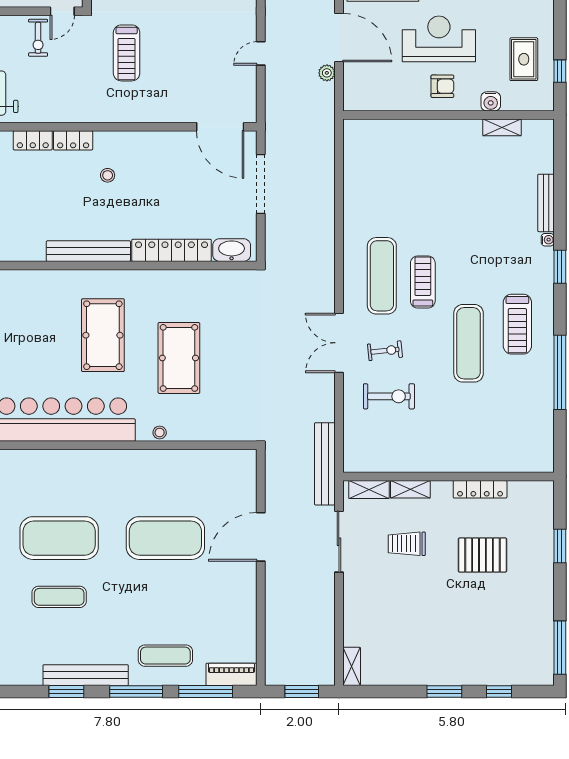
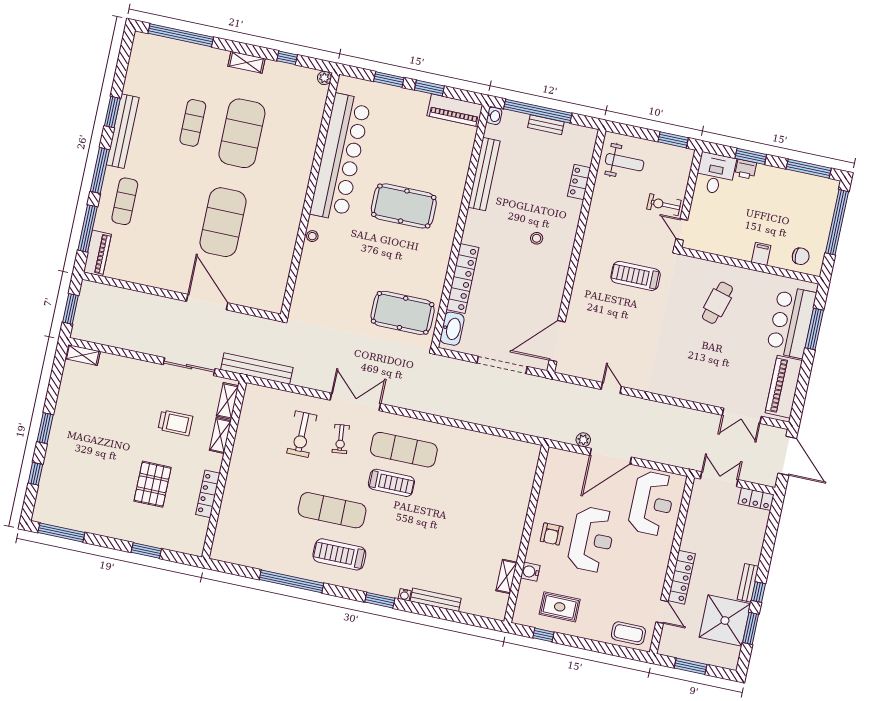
locker: (73, 140) -> (572, 216), removed
bench: (88, 251) -> (484, 174), moved
pool table: (179, 358) -> (403, 313), moved
trolley: (407, 544) -> (175, 423), turned 90

